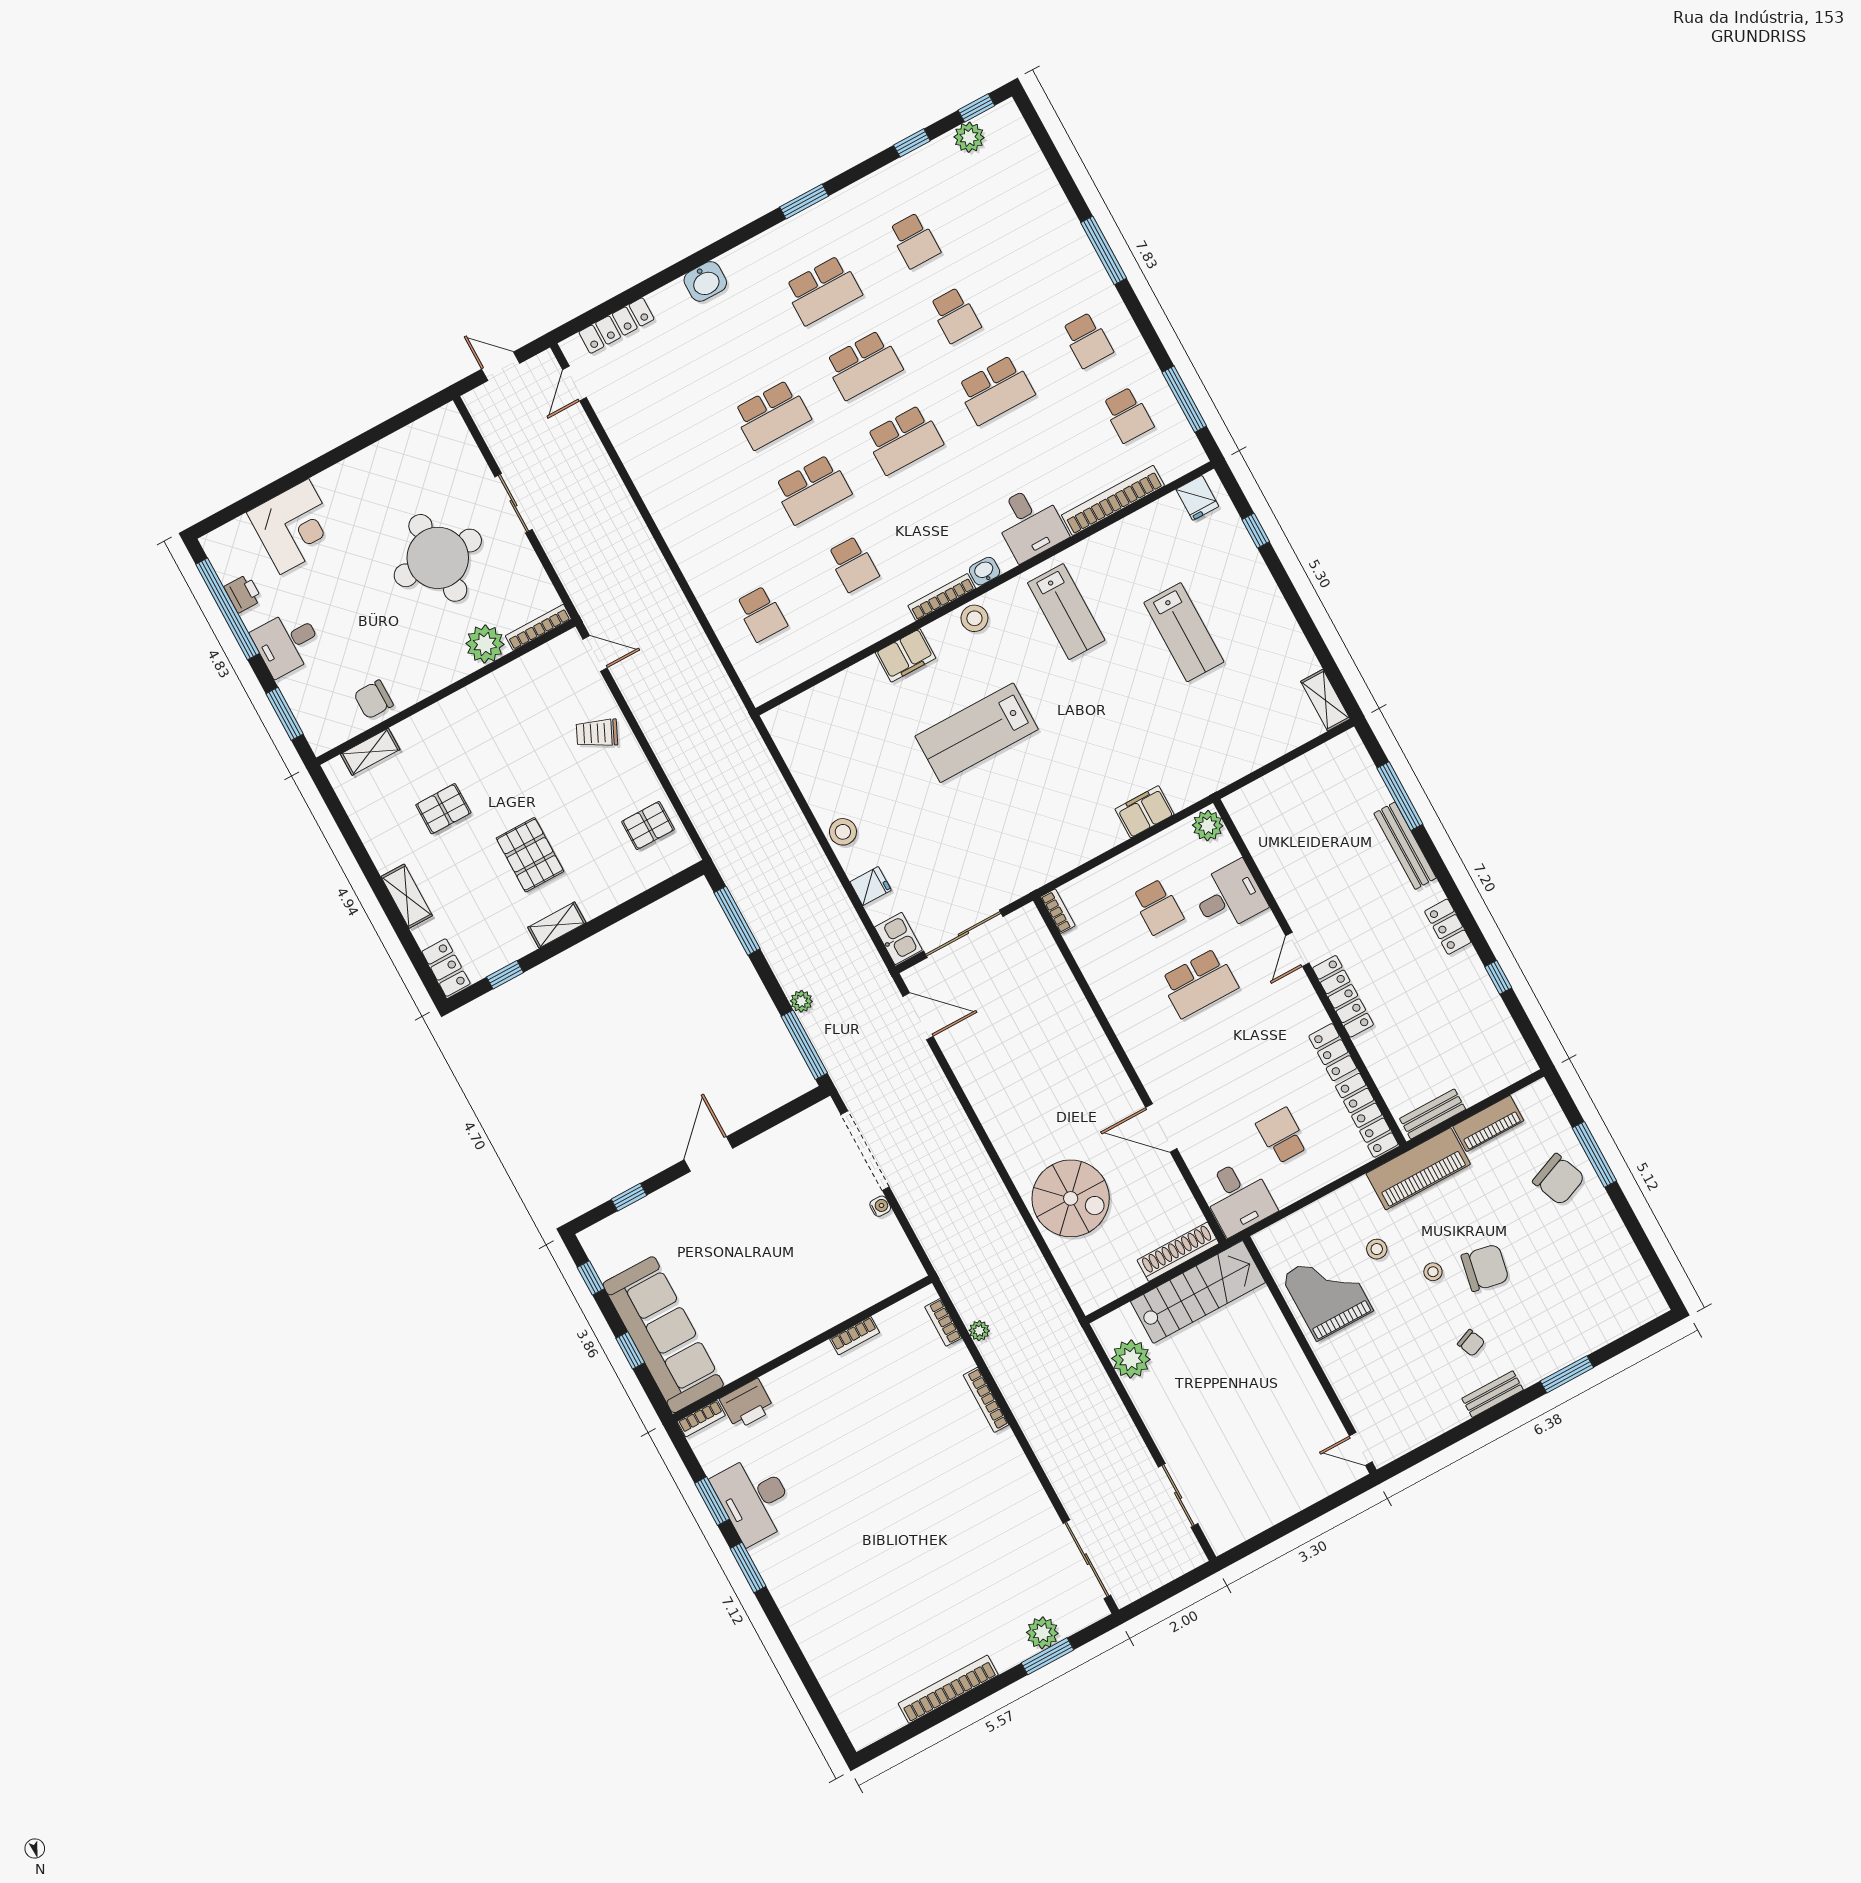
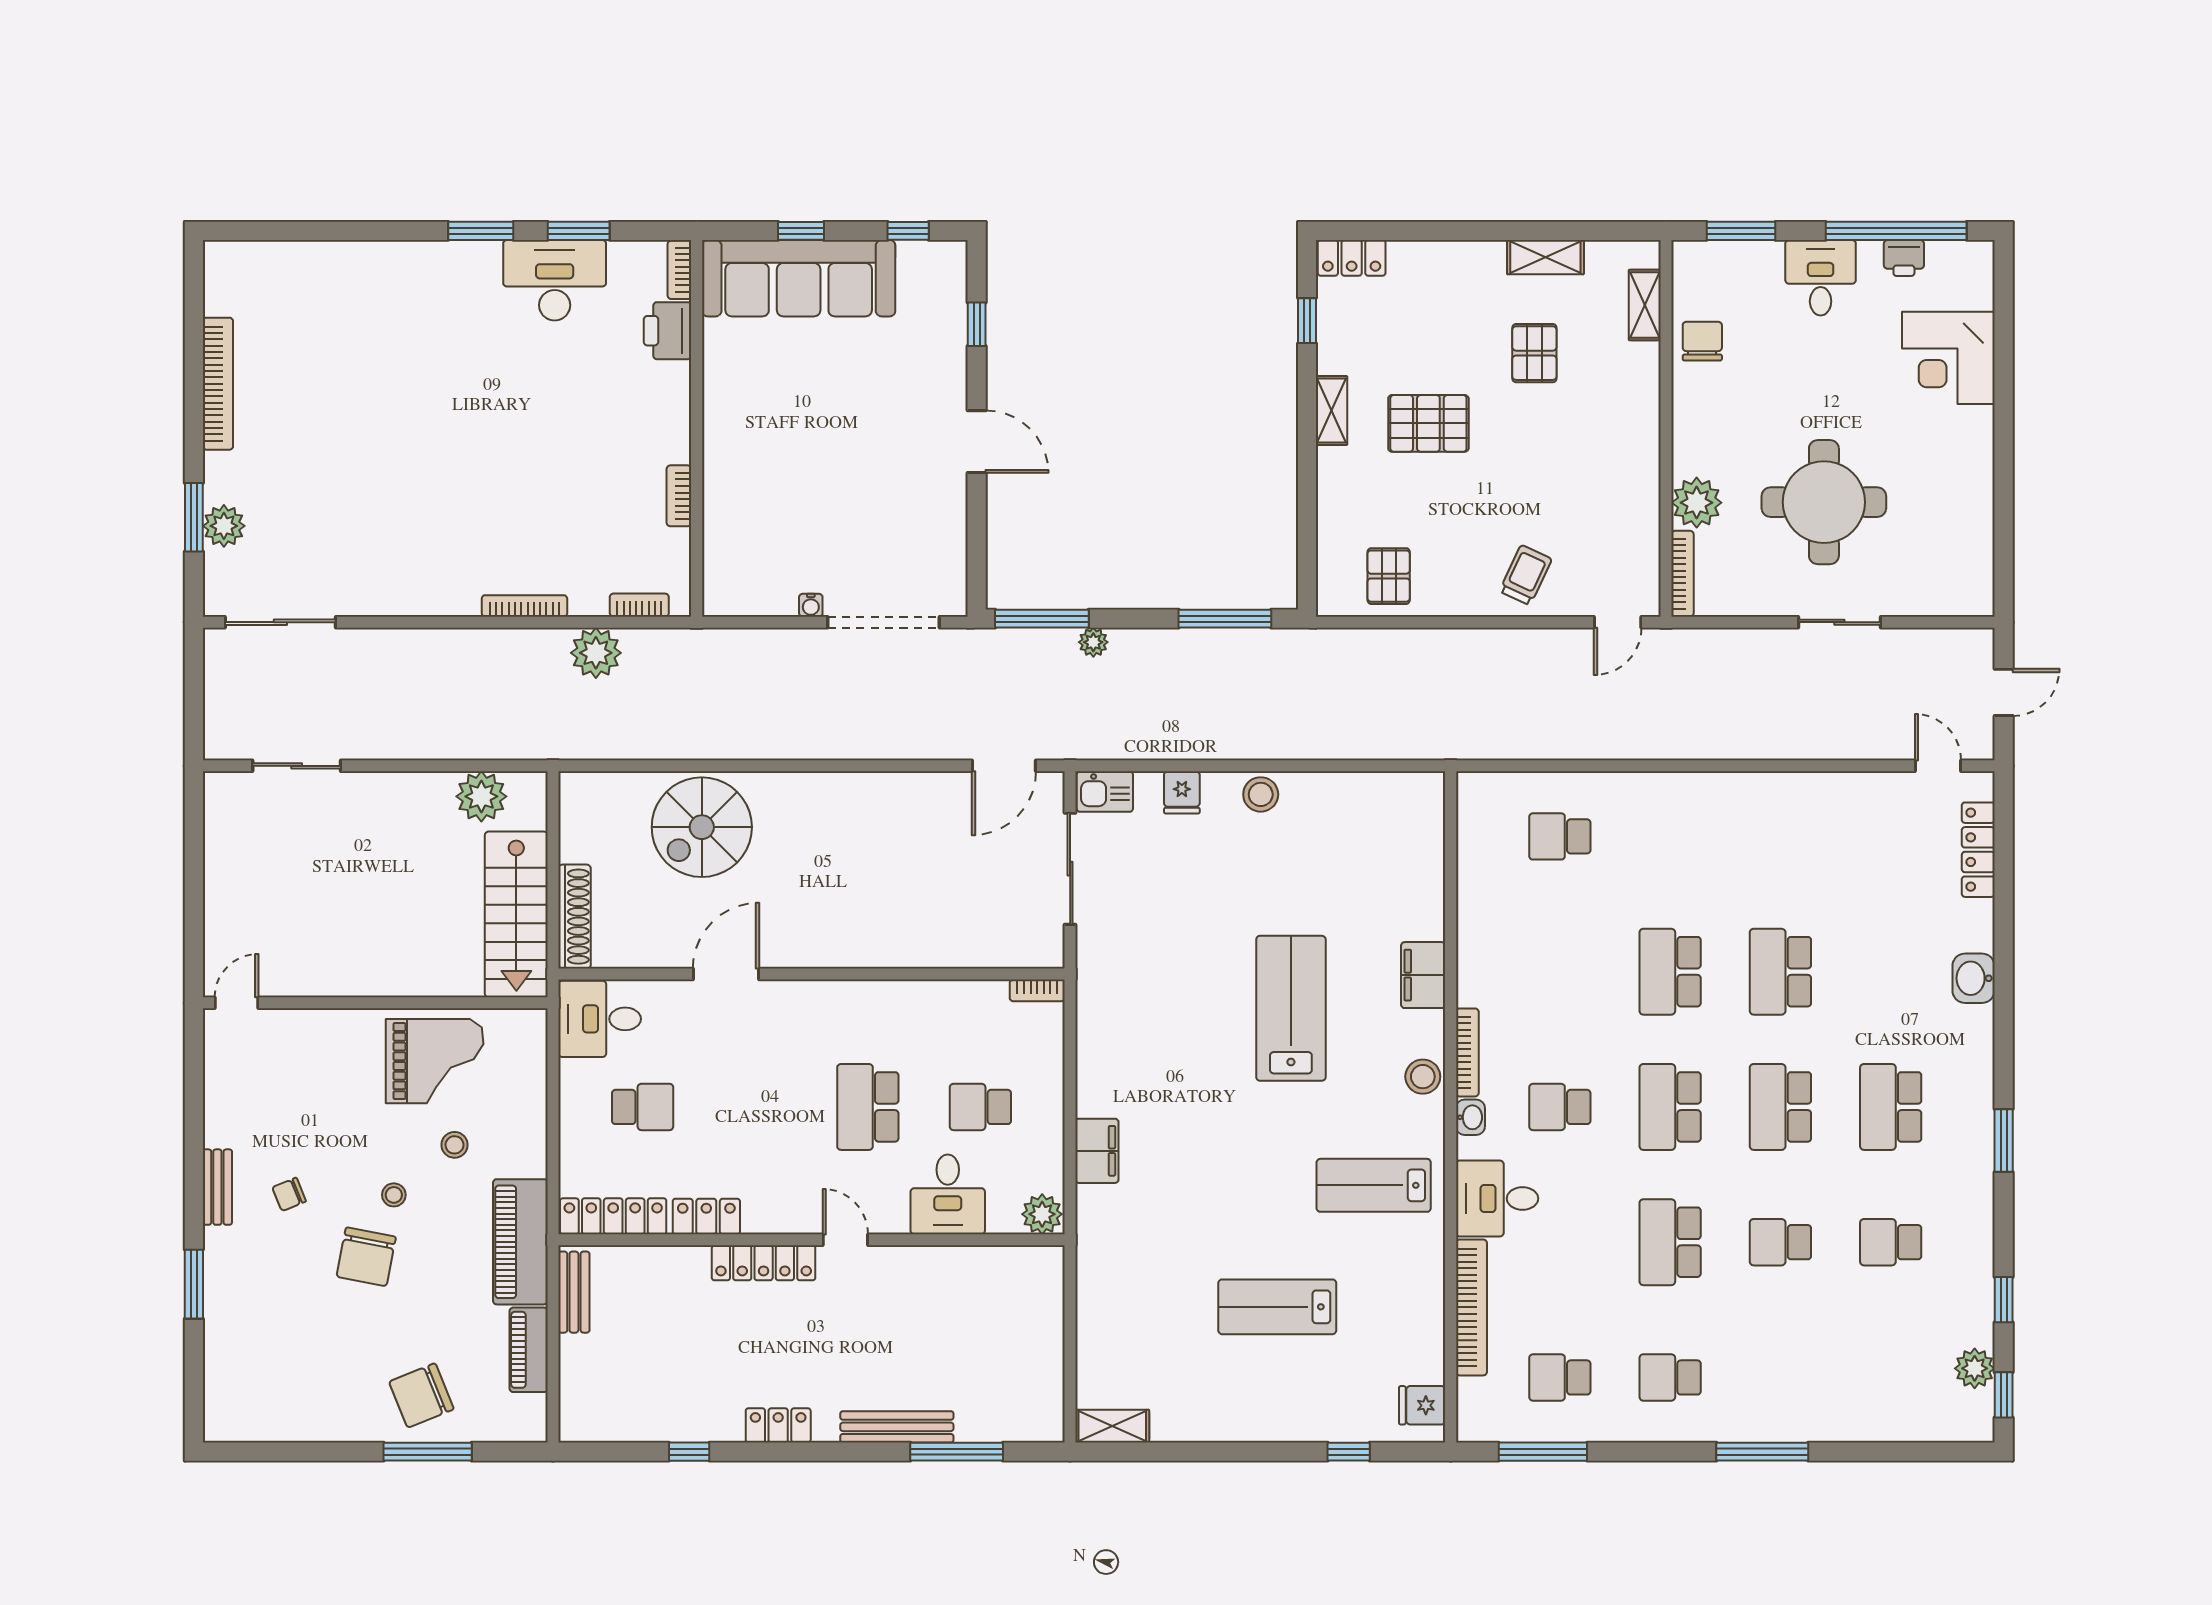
school desk: (853, 564) -> (1560, 1107), moved
shelving: (407, 896) -> (1545, 257), moved
plant: (979, 1331) -> (596, 653), width x1.87, depth x1.87

